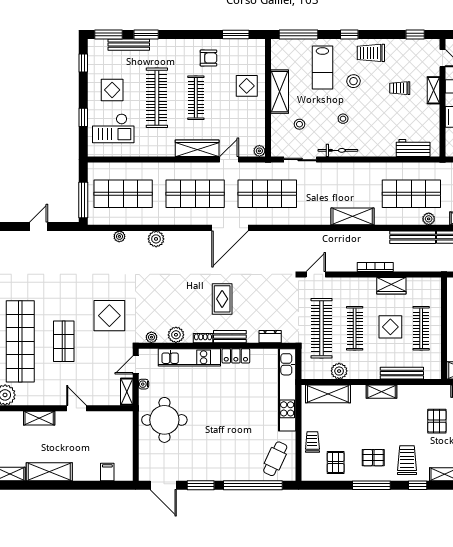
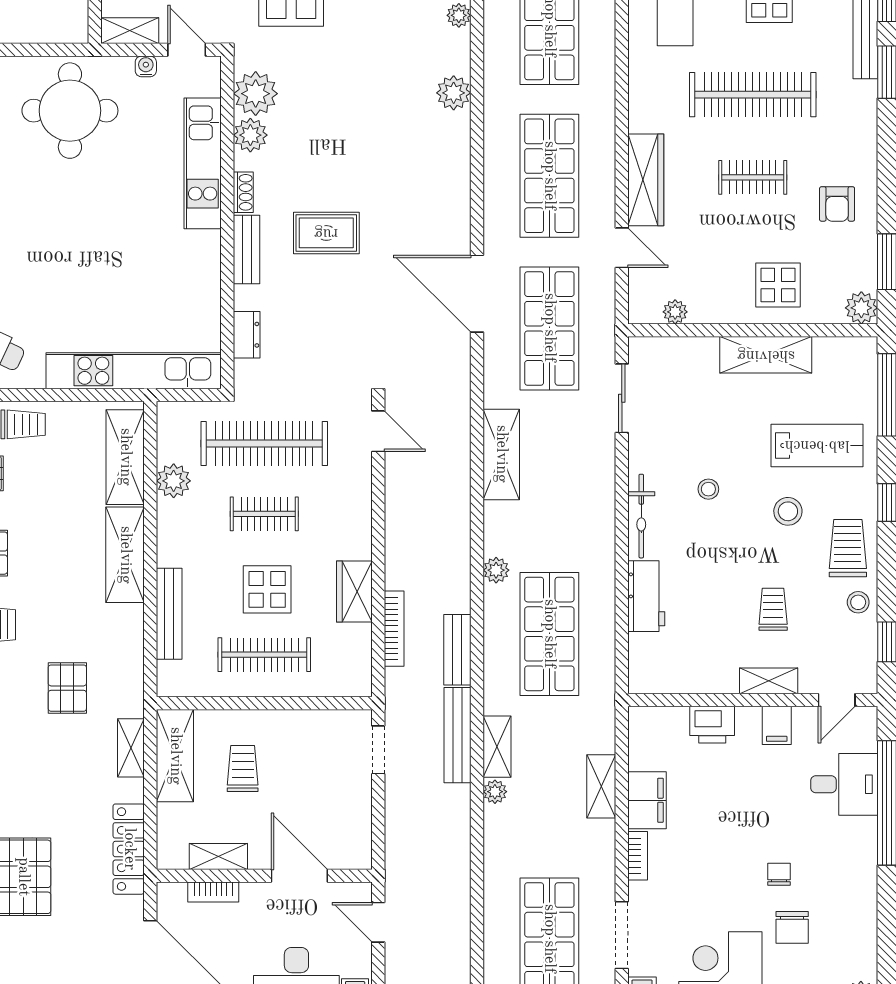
plant: (257, 47) -> (861, 308), added
lab bench: (322, 67) -> (817, 445), turned 180
clothes rail: (196, 98) -> (753, 177), width x0.73
stool: (299, 124) -> (858, 602), moved
workbench: (413, 148) -> (646, 596), moved
bicycle: (338, 150) -> (641, 516), moved
plant: (259, 151) -> (675, 312), moved
shelving: (353, 216) -> (501, 454), moved
plant: (429, 219) -> (496, 570), moved
door: (230, 228) -> (477, 294), moved
bench: (413, 237) -> (457, 650), width x0.73
bookcase: (375, 267) -> (394, 629), moved
clothes rail: (355, 328) -> (264, 514), width x0.73
plant: (151, 337) -> (256, 94), width x1.87, depth x1.87
locker: (236, 356) -> (206, 262), removed
shelving: (382, 392) -> (125, 555), width x1.50, depth x1.33
pallet: (437, 421) -> (67, 688), turned 90

